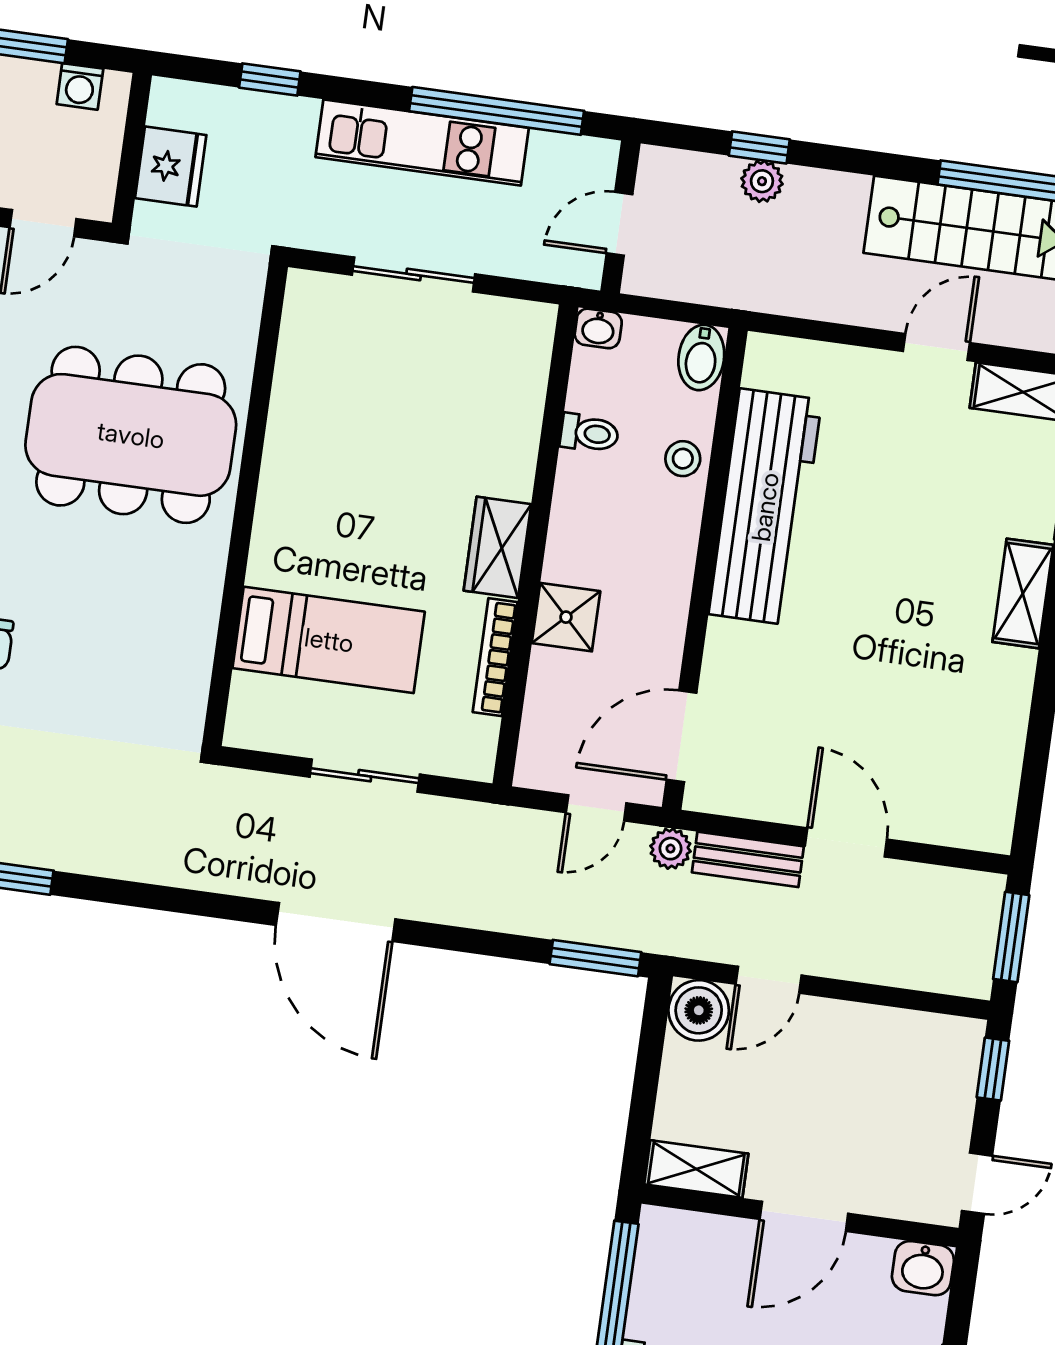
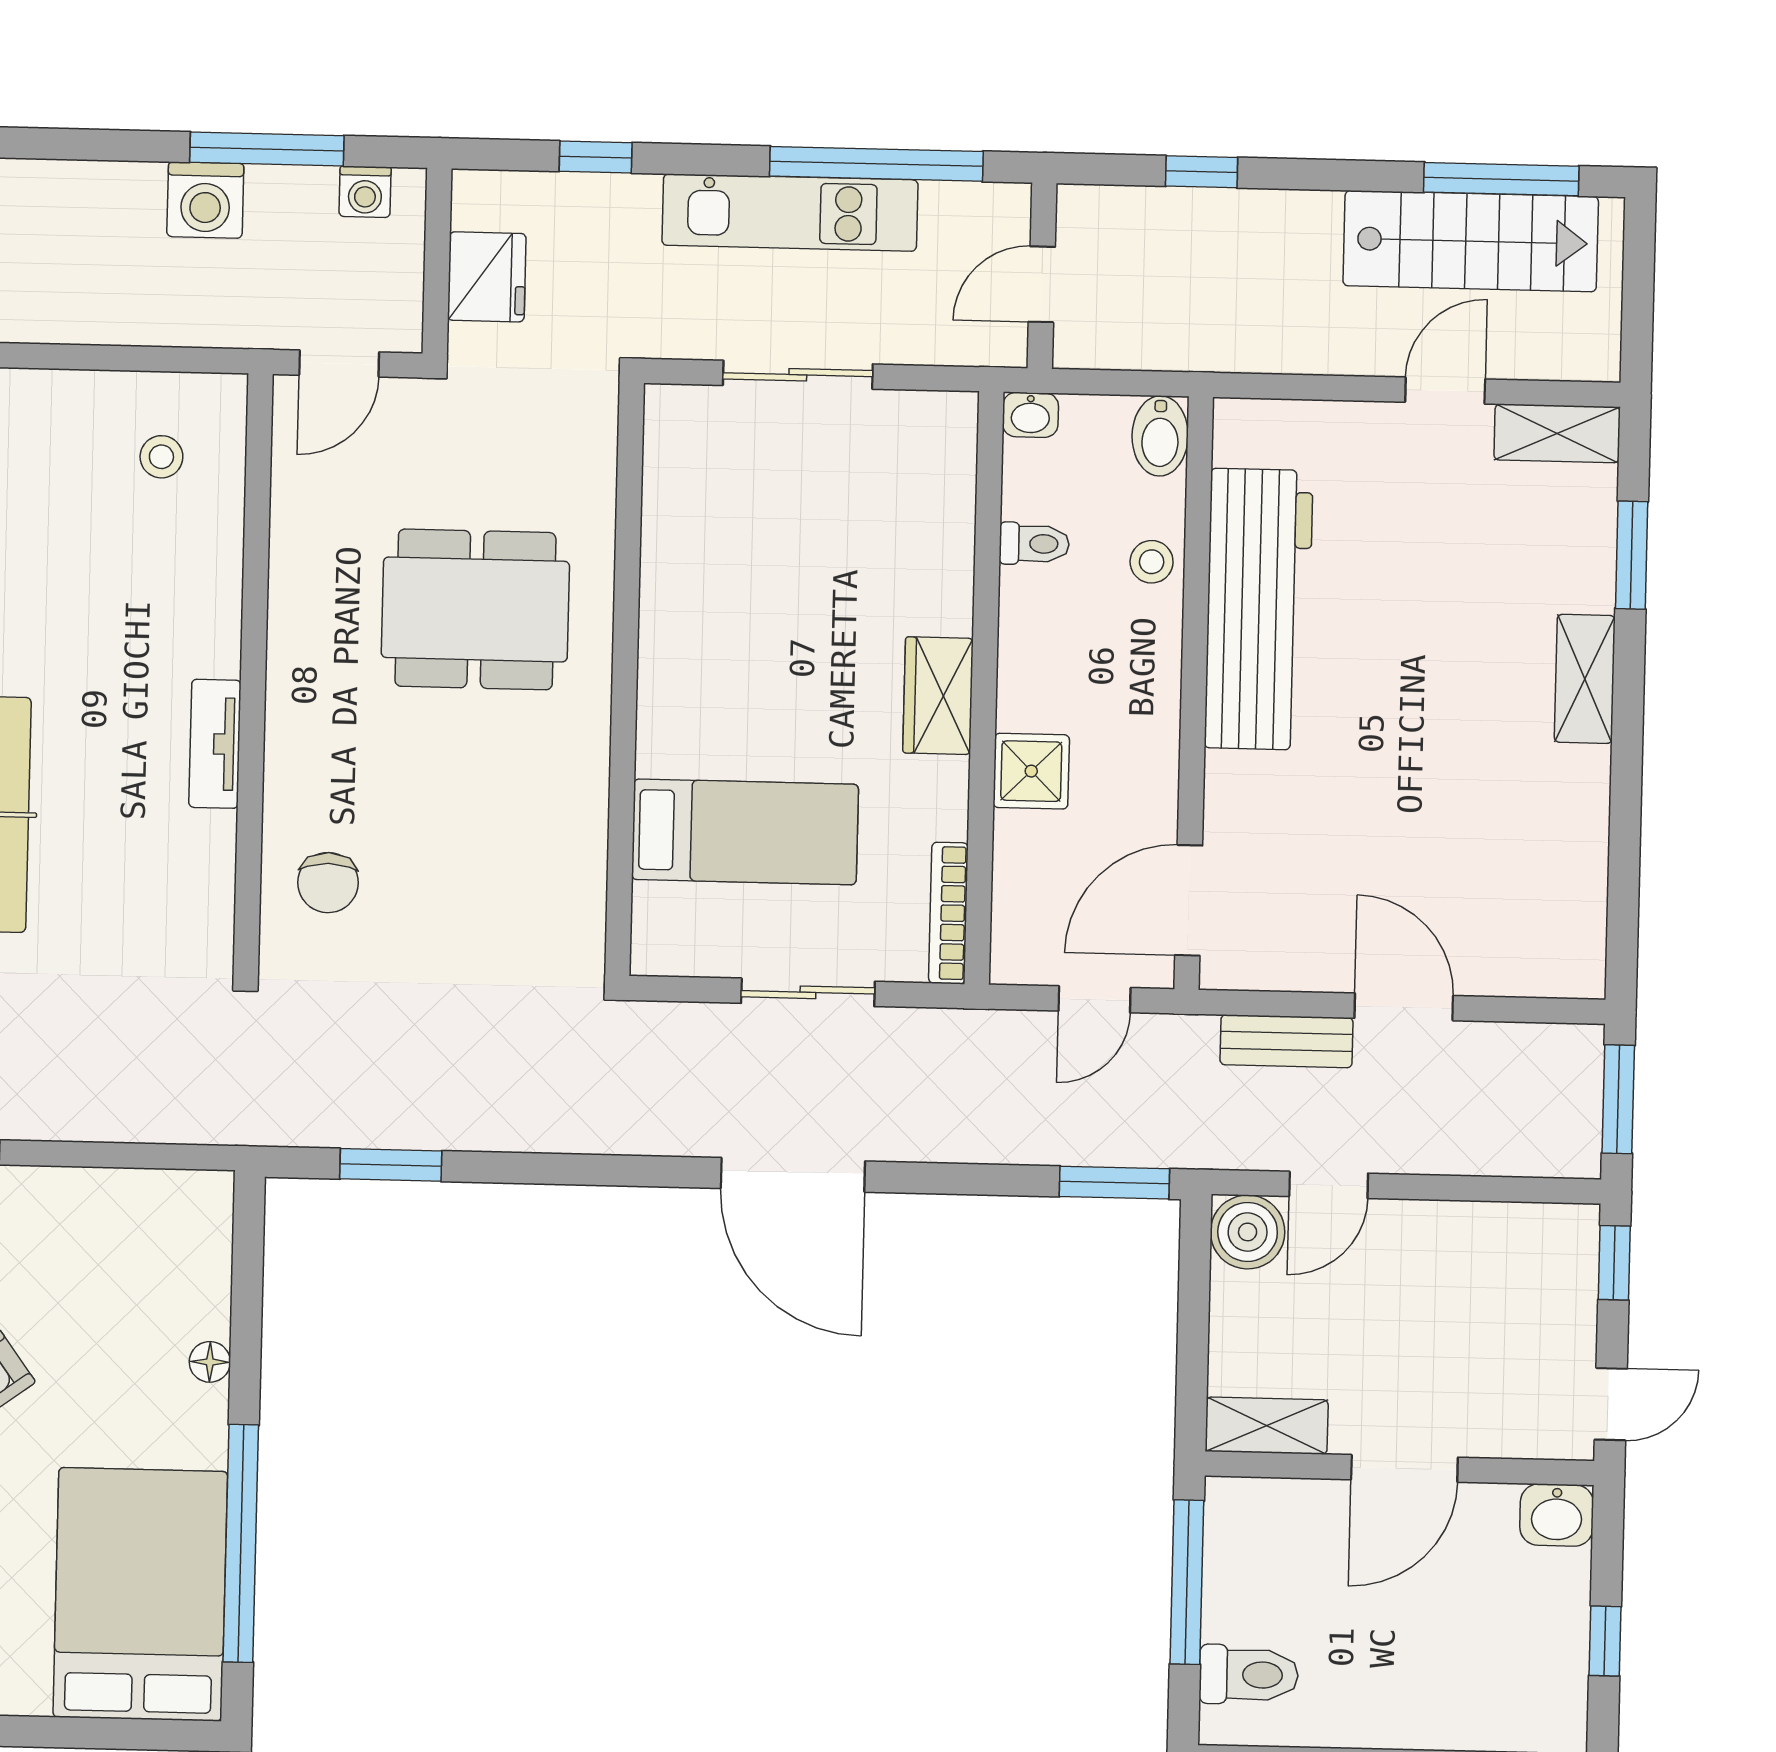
plant: (762, 181) -> (1210, 213), removed
dining table: (131, 435) -> (475, 609), width x0.73, depth x0.80
bookcase: (495, 657) -> (948, 913), moved
plant: (671, 849) -> (1191, 1039), removed

